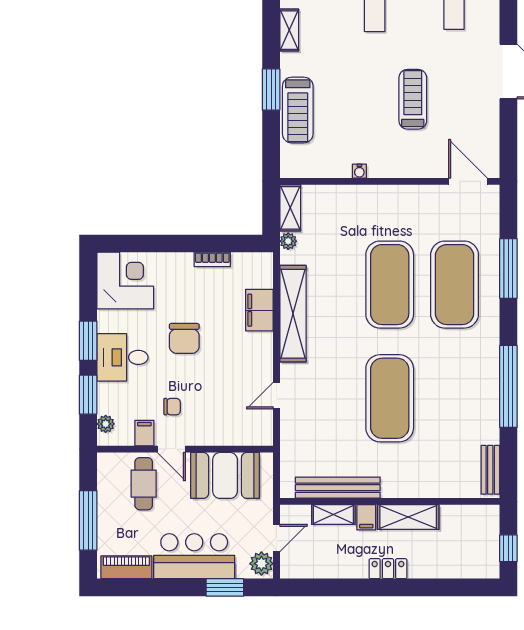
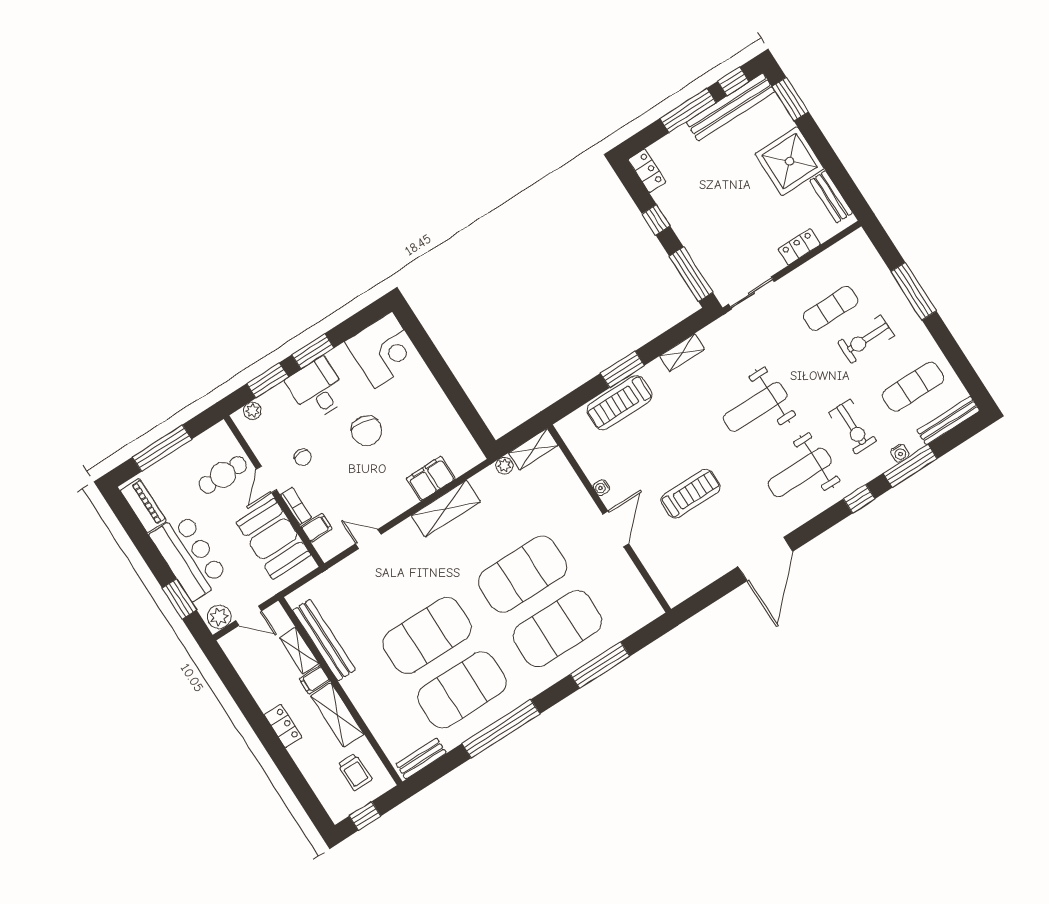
door: (468, 181) -> (616, 529), moved
bookcase: (212, 259) -> (296, 506), moved, turned 180
shelving: (293, 314) -> (446, 509), width x0.68
chair: (184, 338) -> (367, 431), turned -79
exercise mat: (455, 398) -> (462, 690), added
filing cabinet: (144, 433) -> (317, 528), moved
trolley: (466, 533) -> (355, 772), added

